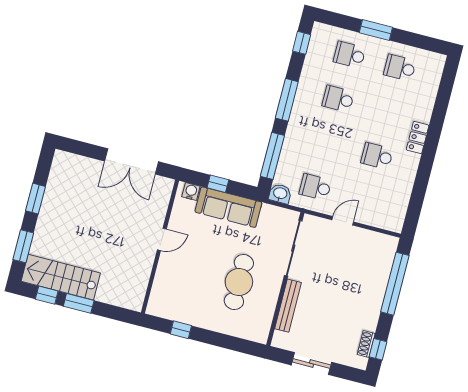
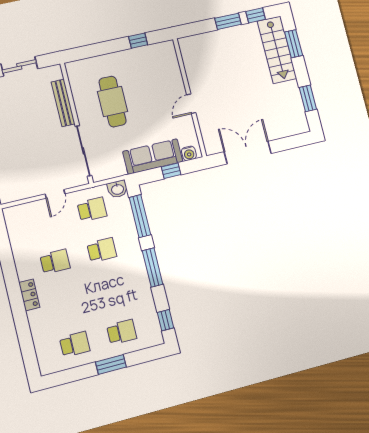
school desk: (338, 99) -> (102, 250), moved
window: (35, 199) -> (308, 98), moved
stairs: (61, 277) -> (277, 50), moved, turned 90

